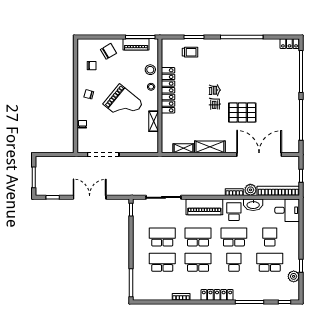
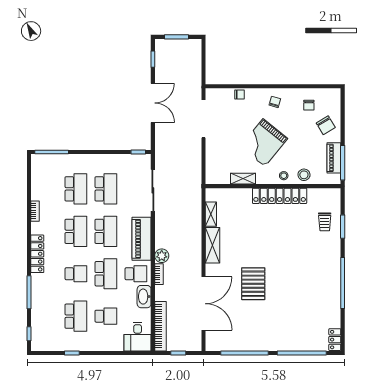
plant: (250, 190) -> (162, 256), moved
plant: (294, 276) -> (59, 344), removed

